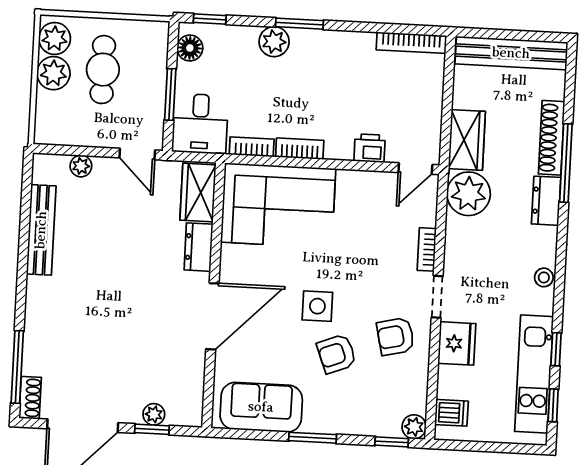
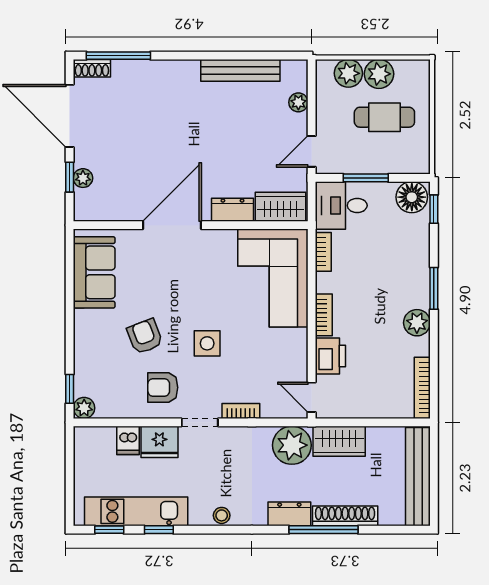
plant: (55, 38) -> (348, 73), moved
plant: (274, 42) -> (417, 323), moved
floor lamp: (190, 48) -> (412, 197), width x1.38, depth x1.38
printer: (370, 148) -> (330, 356), width x1.36, depth x1.24
bookcase: (300, 149) -> (324, 315), moved
side table: (317, 306) -> (207, 343), moved
door: (212, 316) -> (172, 225), swing flipped
armchair: (396, 336) -> (163, 387), turned -77
dishwasher: (451, 413) -> (128, 440), moved
window: (313, 438) -> (70, 319), removed

